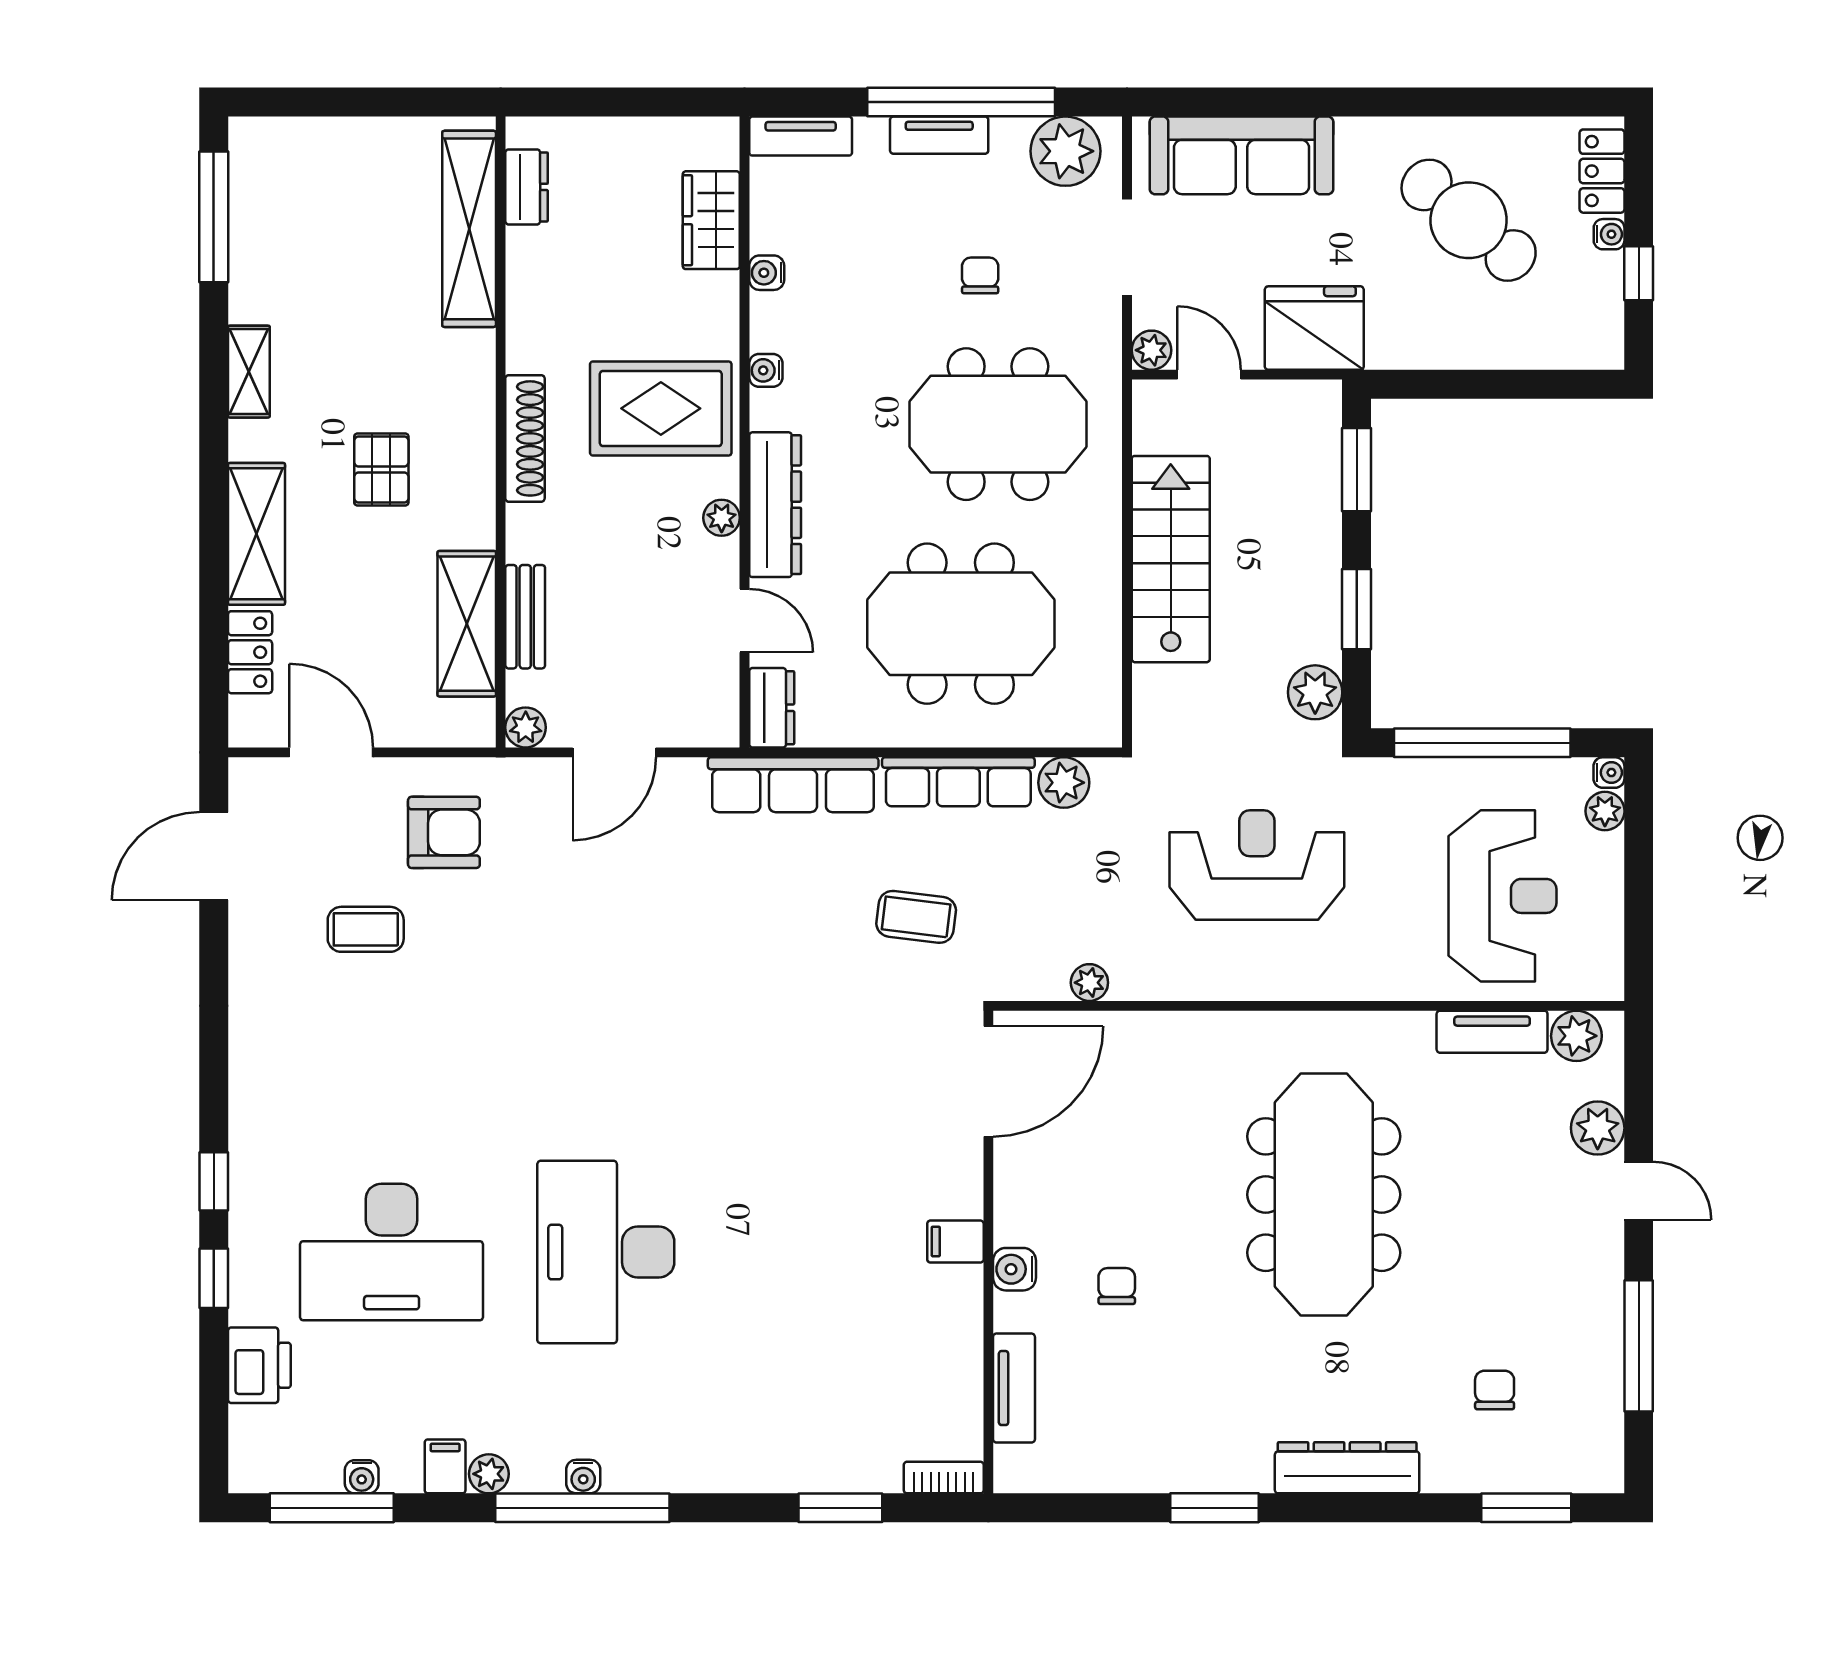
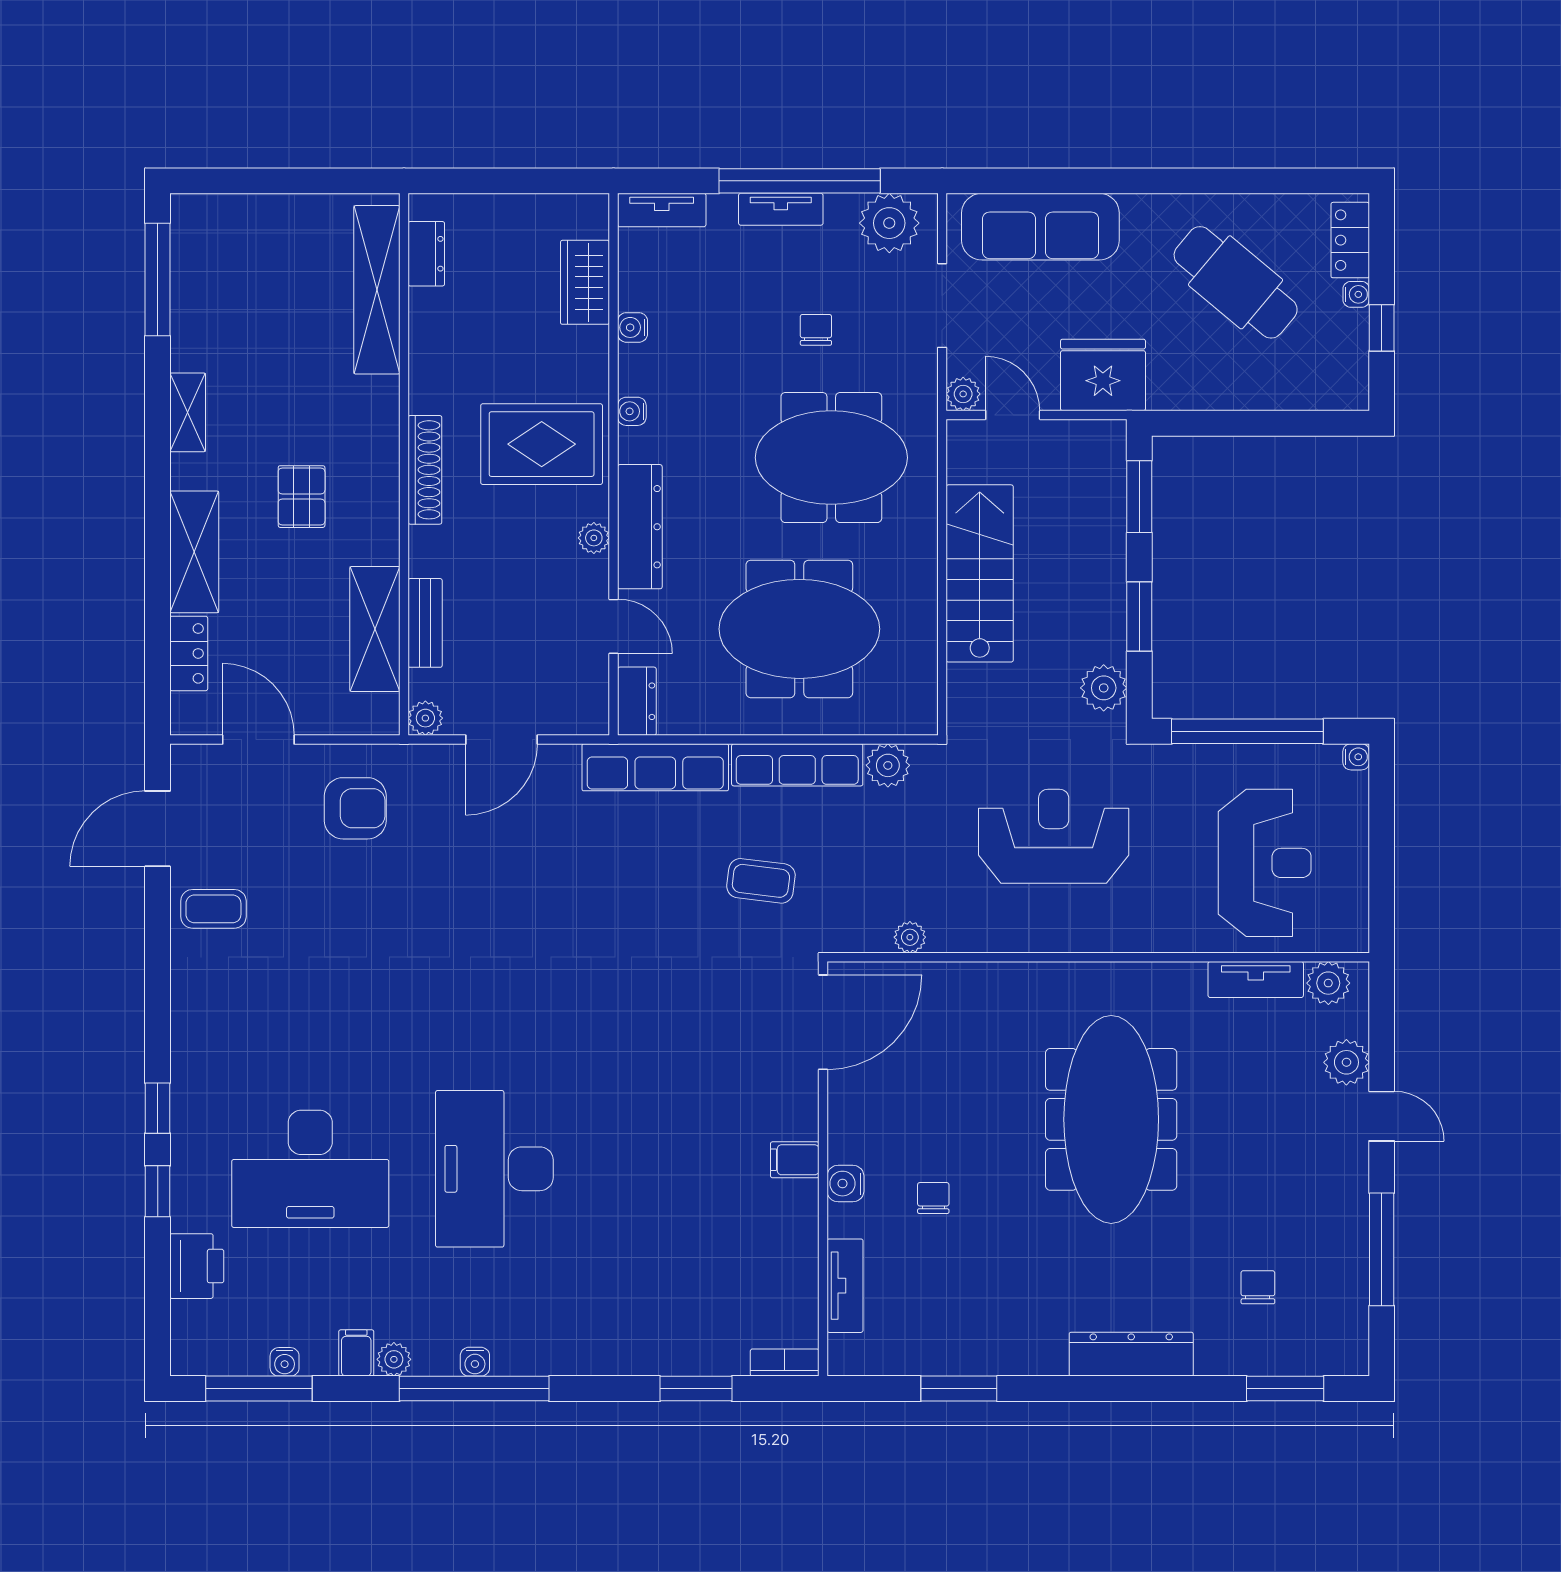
plant: (1605, 811) -> (1353, 790), removed
coffee table: (366, 929) -> (213, 909), moved
window: (1215, 1508) -> (959, 1389), moved

